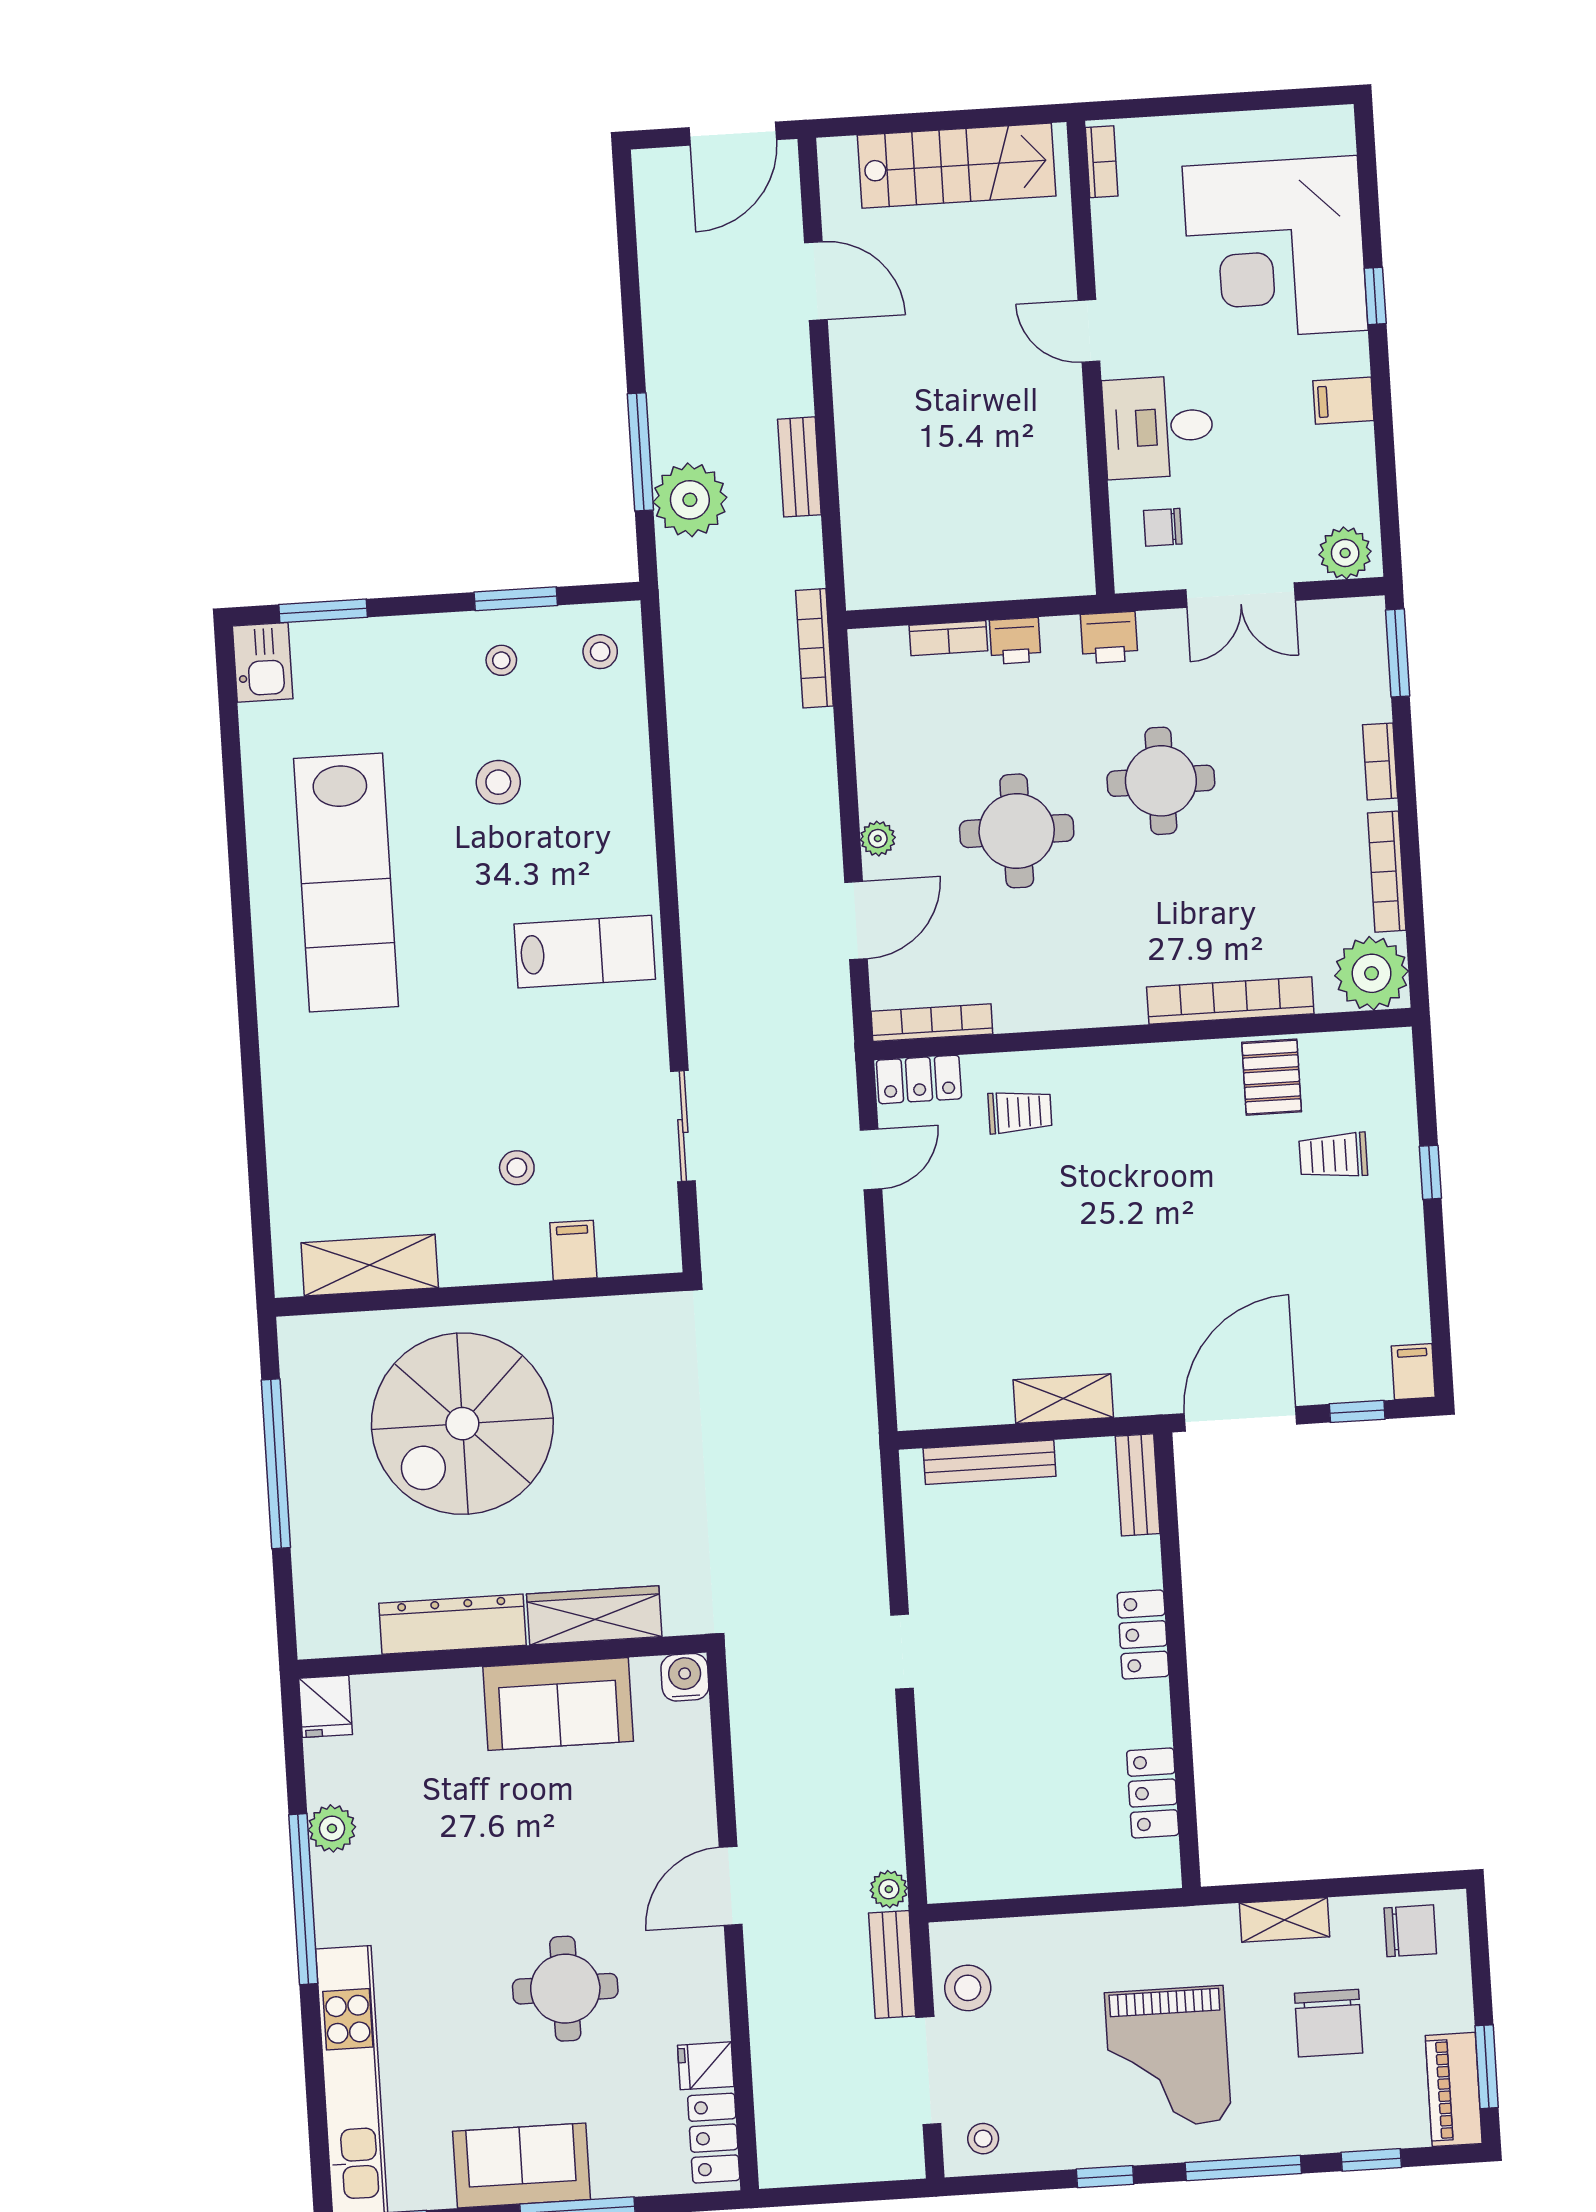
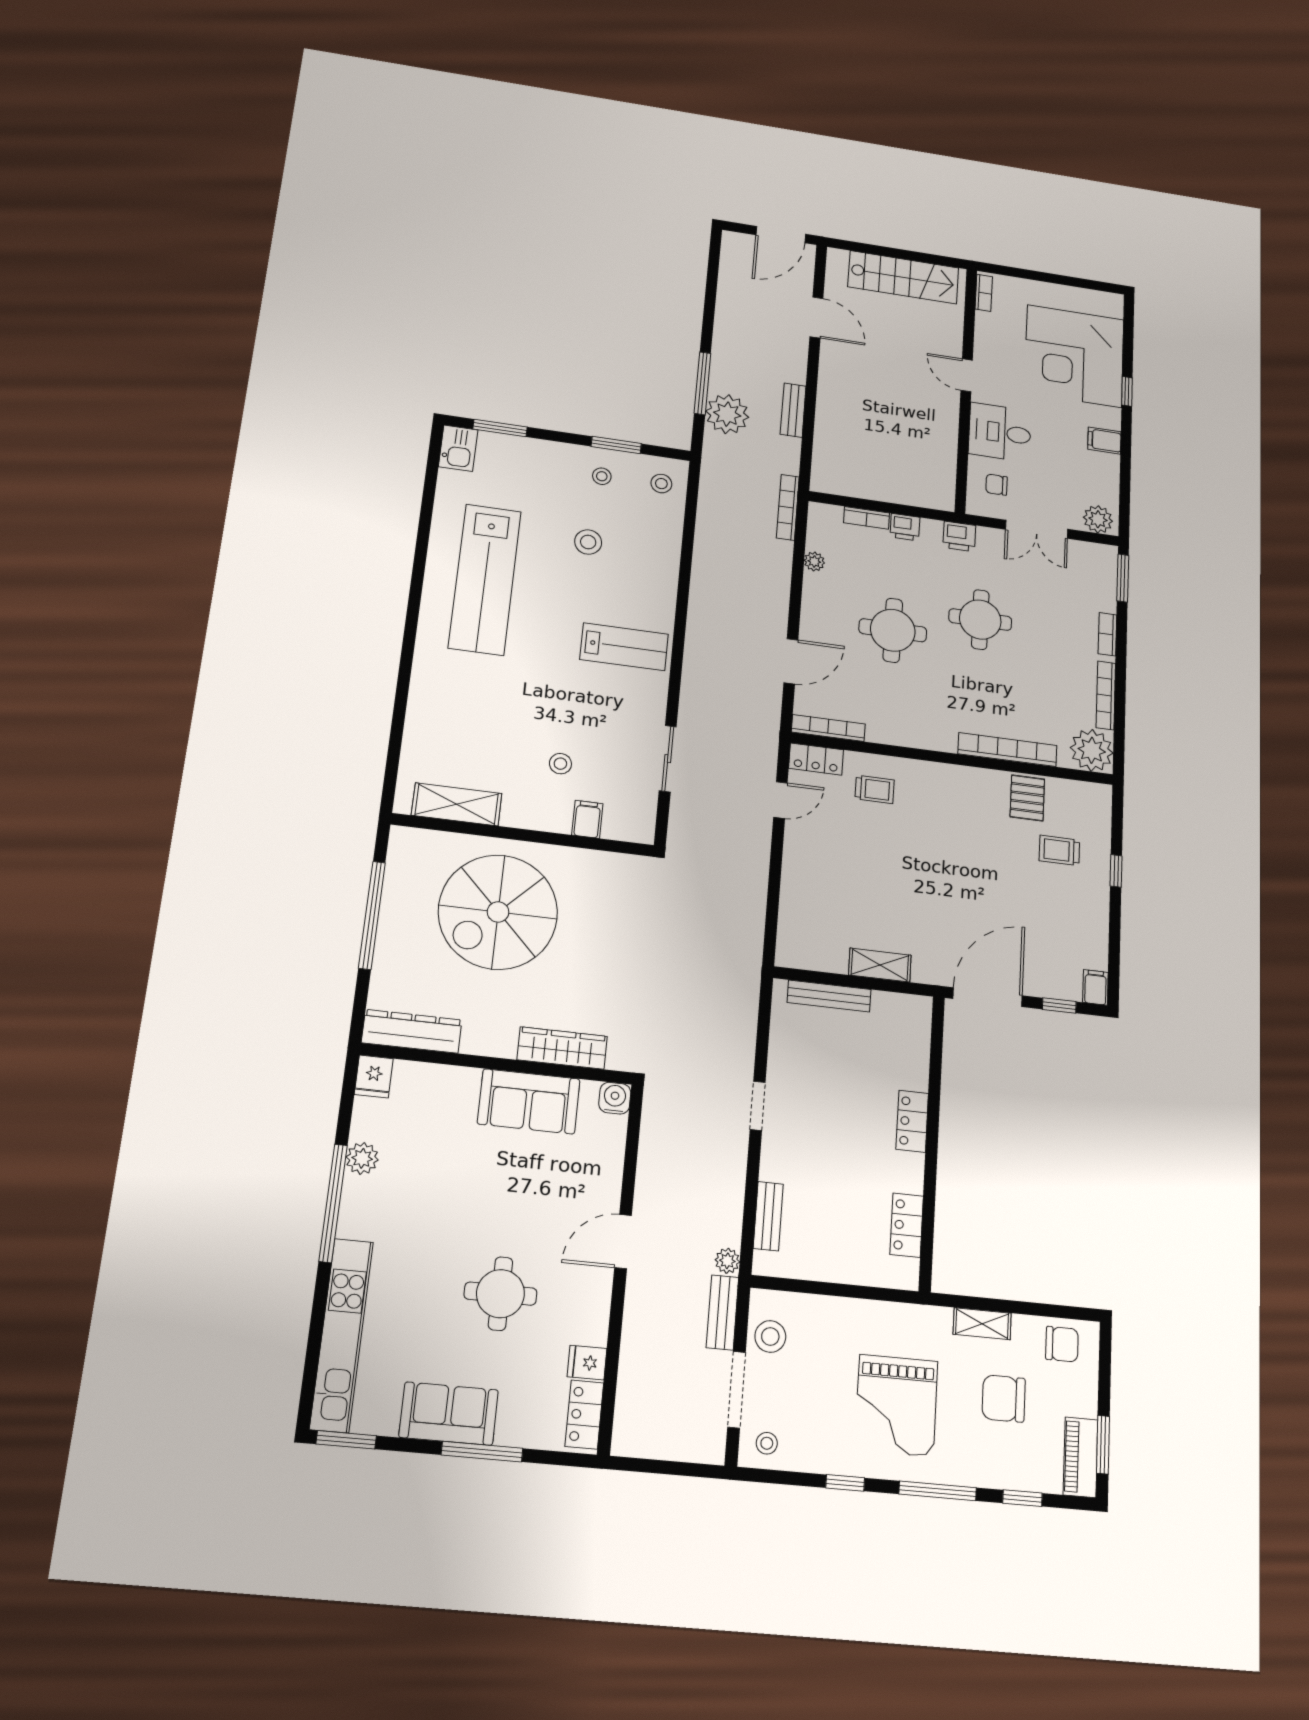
plant: (878, 839) -> (814, 562), moved
bench: (1138, 1485) -> (768, 1216), moved
dresser: (453, 1624) -> (412, 1031), moved
chair: (1329, 2023) -> (1004, 1399), turned 90

